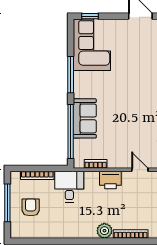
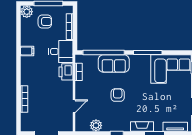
armchair: (125, 113) -> (118, 95), added
printer: (110, 180) -> (66, 72), moved
filing cabinet: (69, 230) -> (27, 51), added
plant: (104, 231) -> (27, 12), moved

